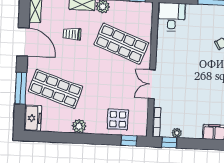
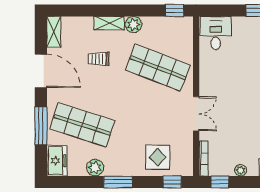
double door: (152, 84) -> (196, 114), swing flipped
plant: (79, 126) -> (95, 168), moved
plant: (177, 133) -> (241, 170), moved
window: (83, 138) -> (118, 182), added

